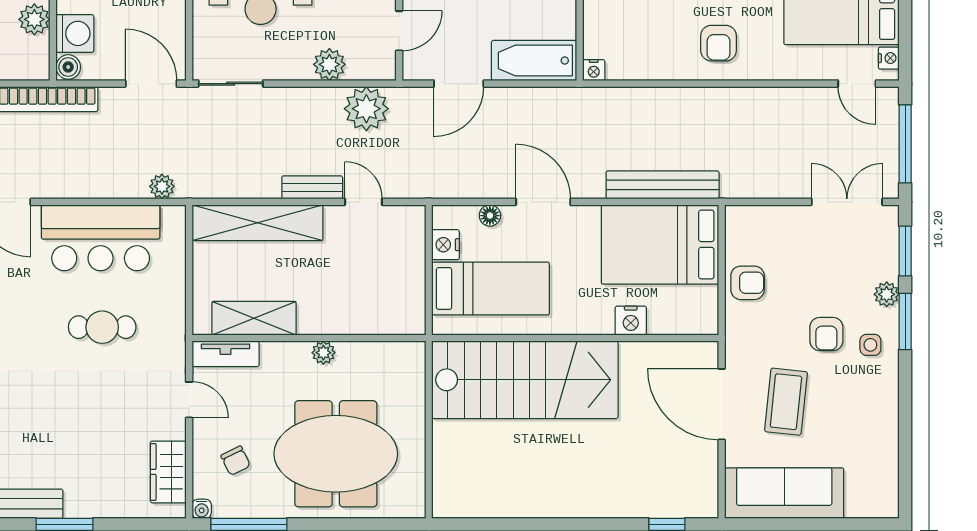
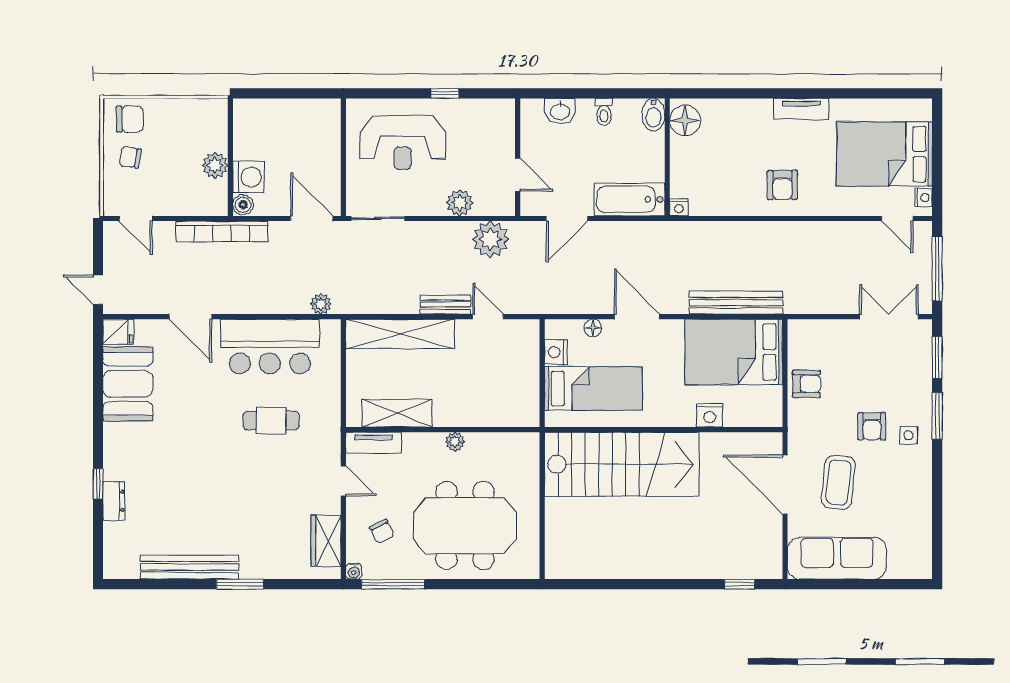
door: (399, 31) -> (518, 175), hinge flipped
plant: (887, 294) -> (922, 393), removed

